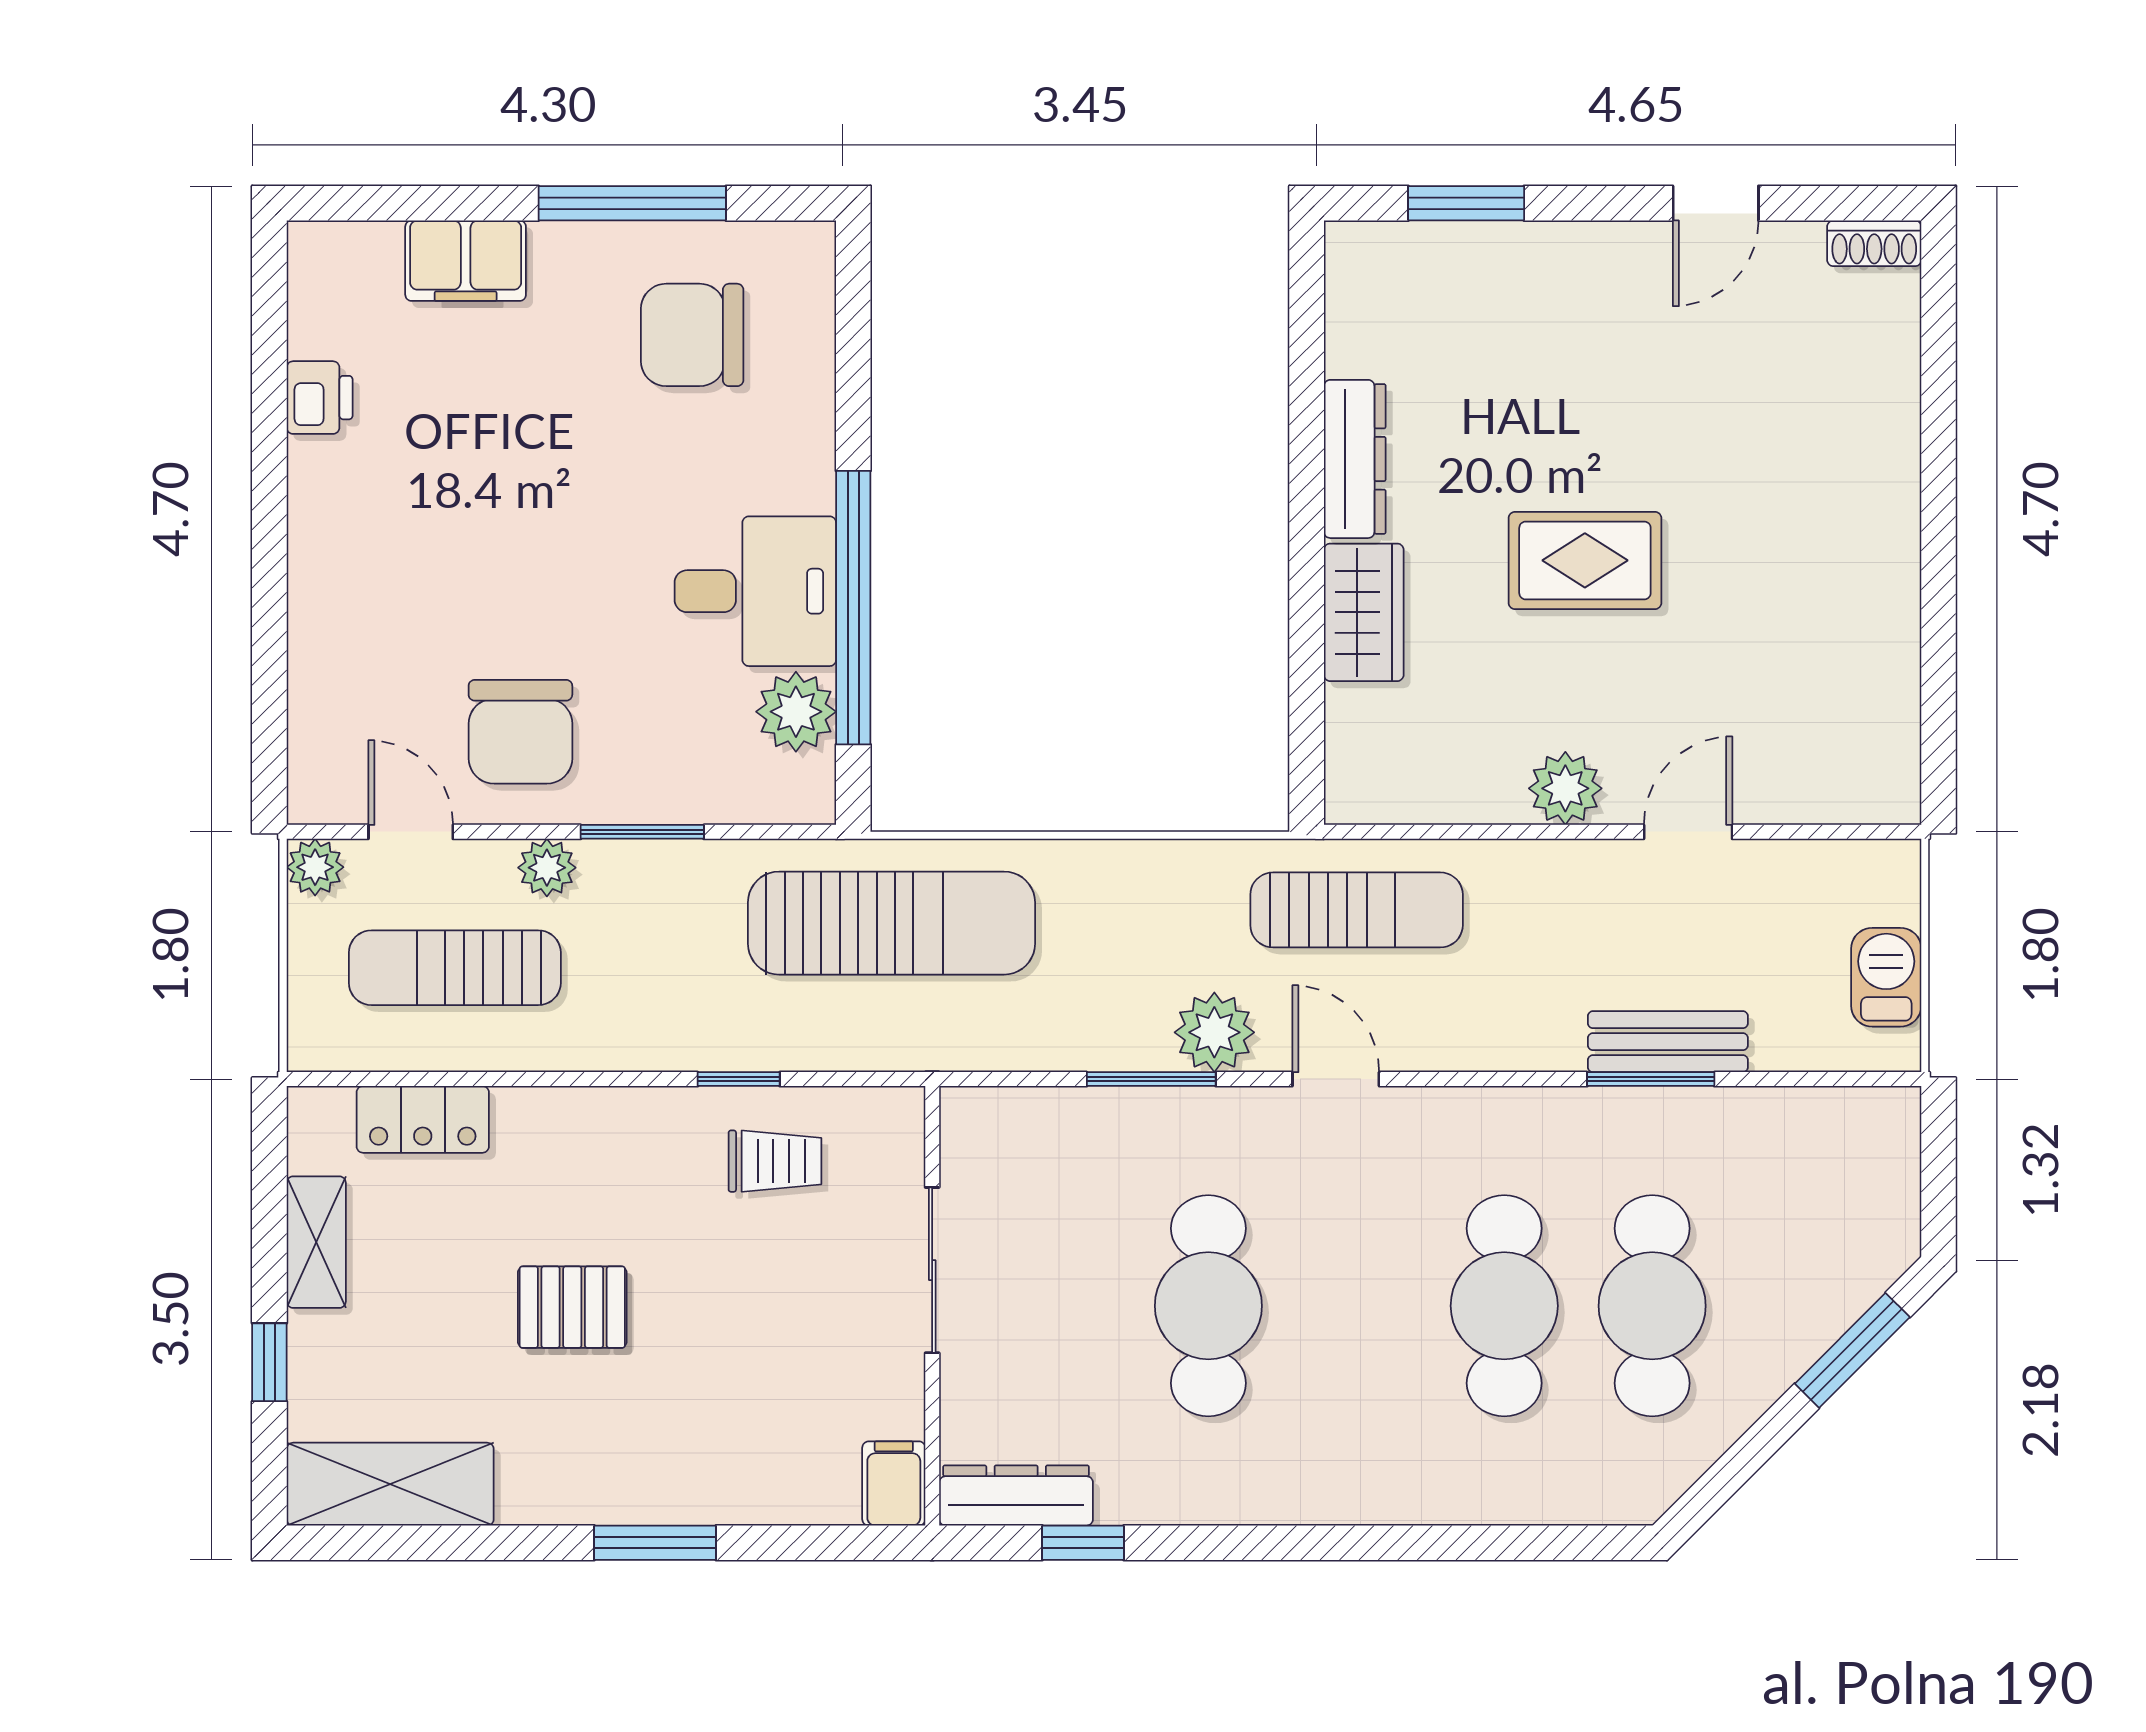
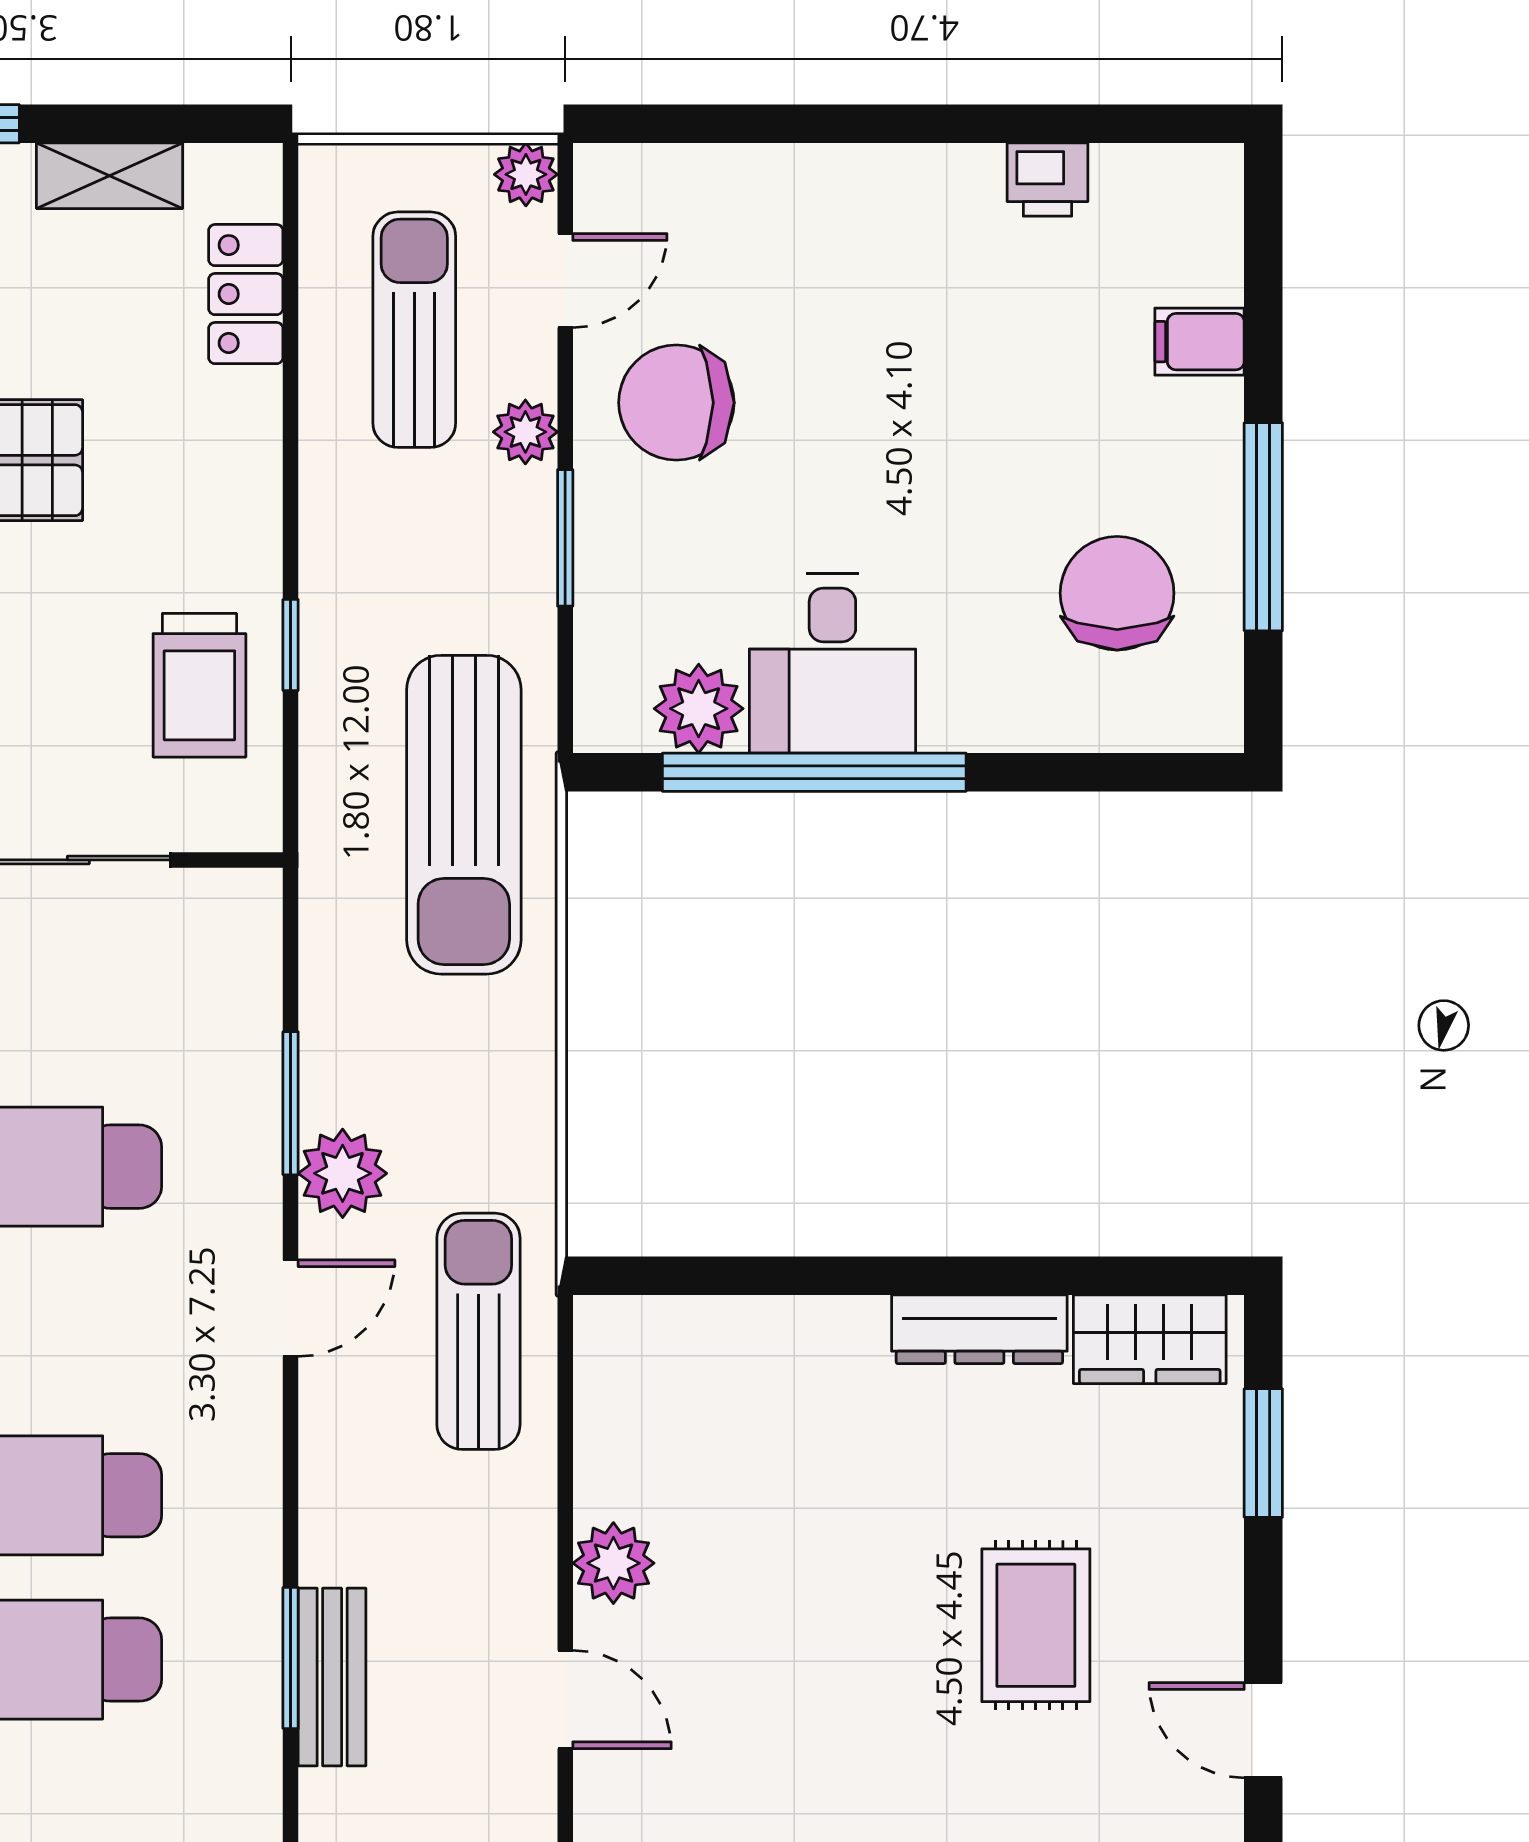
filing cabinet: (466, 261) -> (1200, 342), width x0.50
rug: (1585, 560) -> (1036, 1625), moved
wardrobe: (1364, 612) -> (1150, 1339), moved
sun lounger: (1357, 910) -> (478, 1331), turned 180
trolley: (775, 1161) -> (199, 685), width x1.36, depth x1.39

